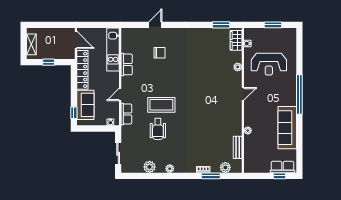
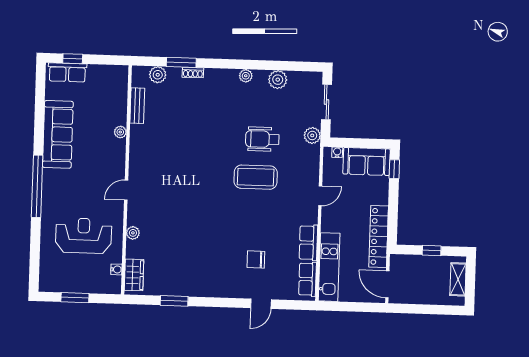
window: (221, 25) -> (174, 301), moved
sofa: (85, 105) -> (367, 161), moved, turned -90
row of seats: (126, 114) -> (308, 279), moved
wheelchair: (158, 129) -> (262, 139), turned -90
plant: (126, 132) -> (312, 135), added

